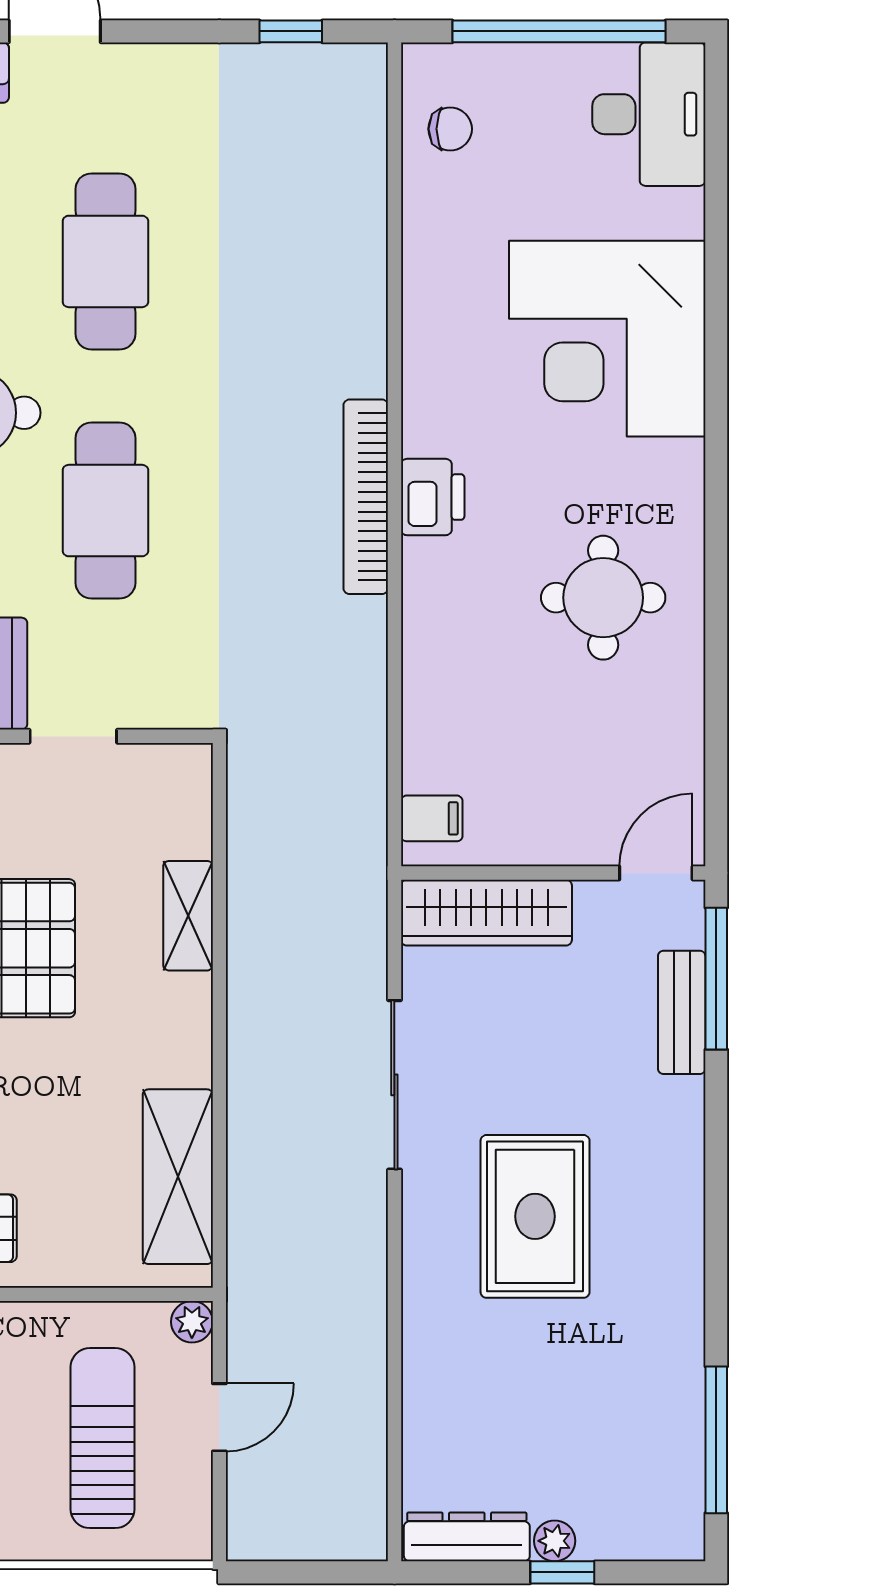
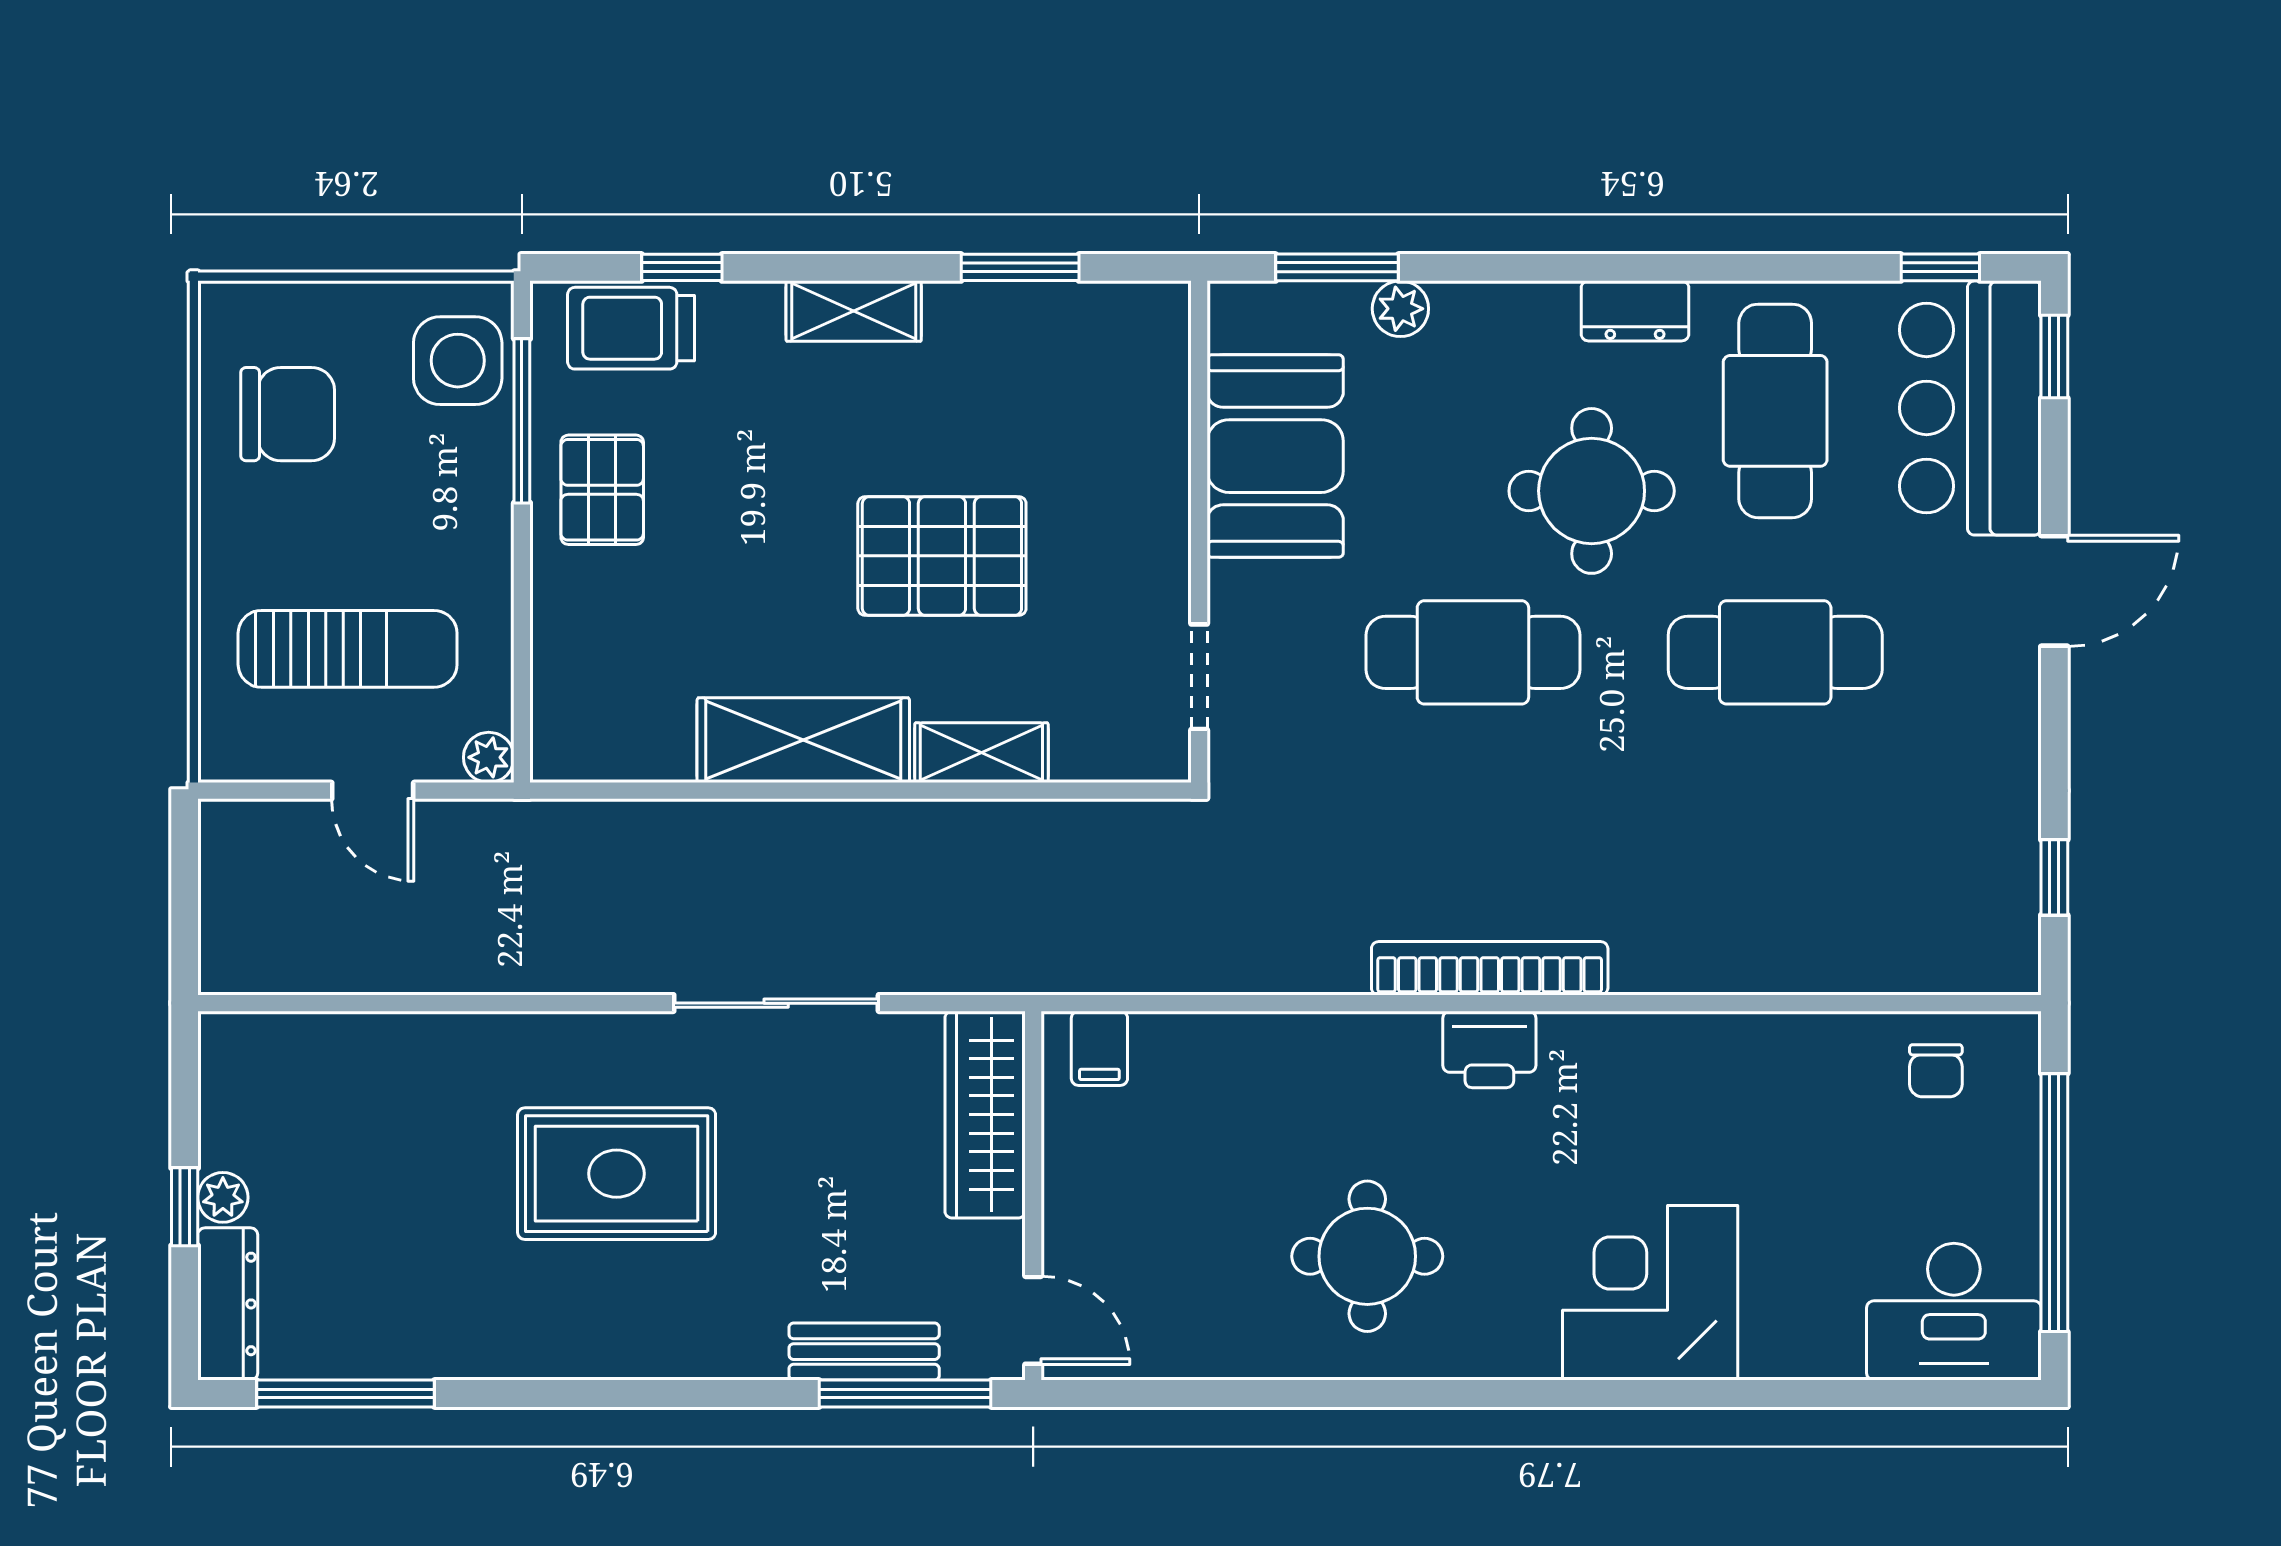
corner desk: (607, 339) -> (1650, 1293), width x0.74, depth x0.74
doorway: (73, 736) -> (1199, 677), moved
shelving: (178, 1177) -> (803, 740), moved
dresser: (467, 1537) -> (228, 1304), moved

